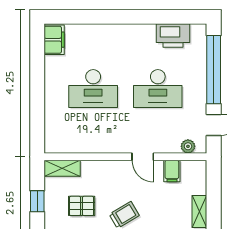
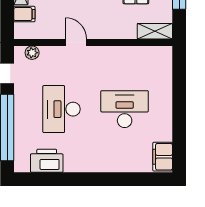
desk: (158, 88) -> (61, 109), turned -90
filing cabinet: (172, 171) -> (24, 14), moved, turned 90

